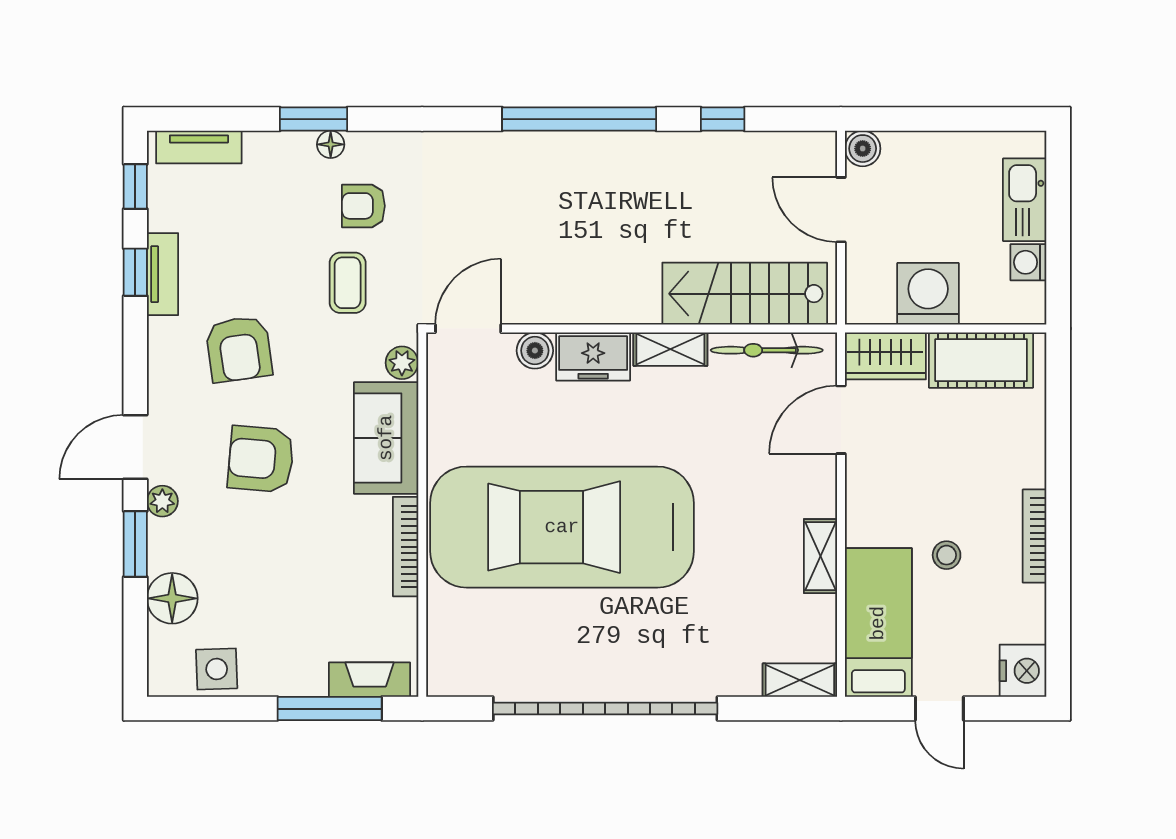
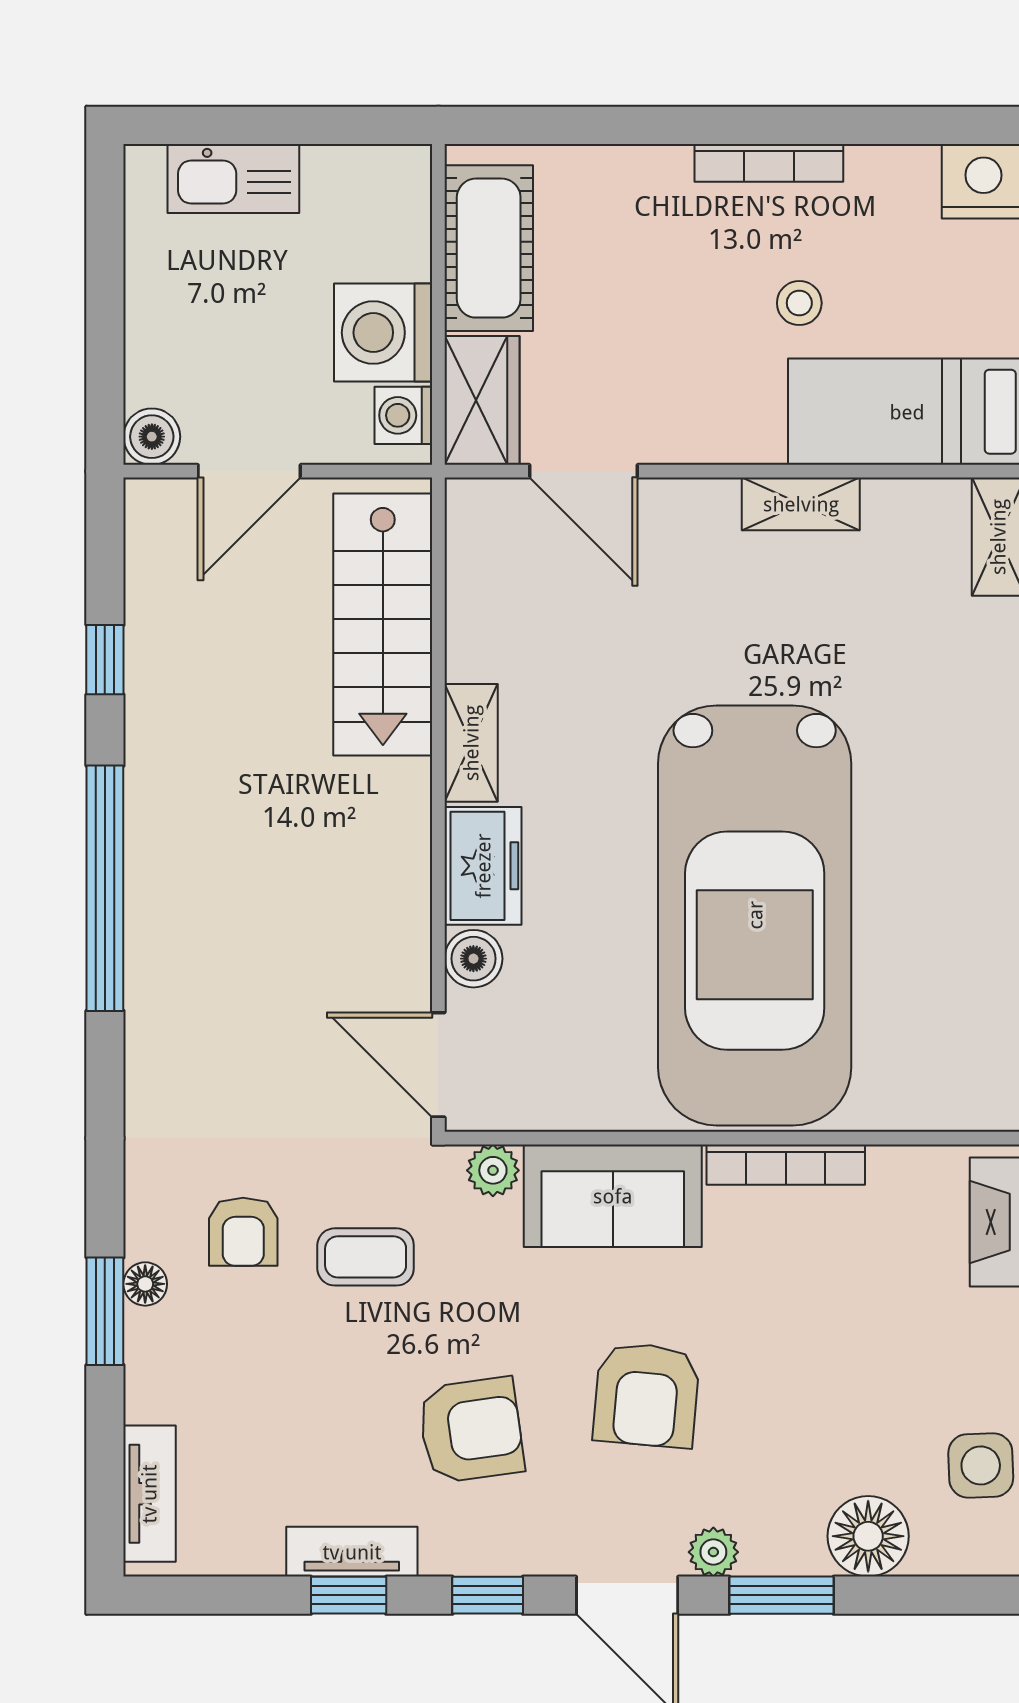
window: (135, 187) -> (488, 1595), moved
washing machine: (1028, 262) -> (403, 415), moved, turned 90
bicycle: (767, 350) -> (473, 589), removed

